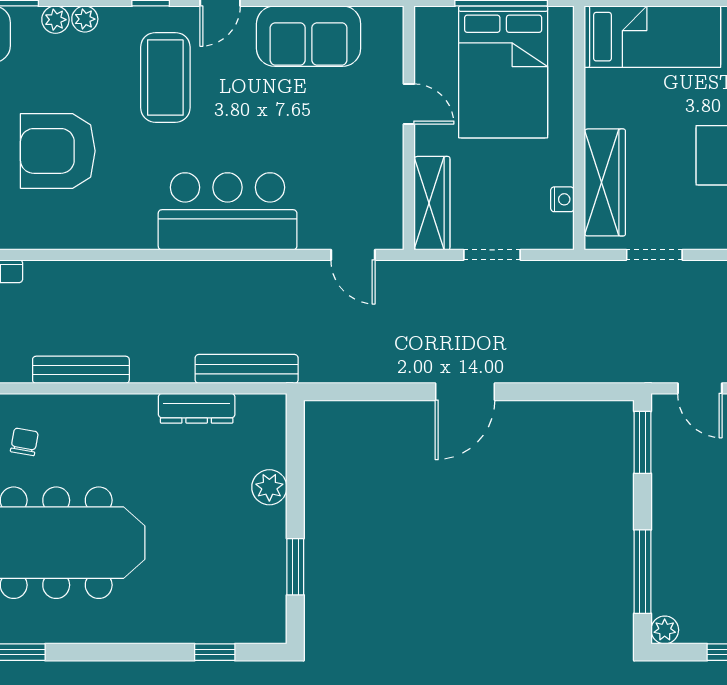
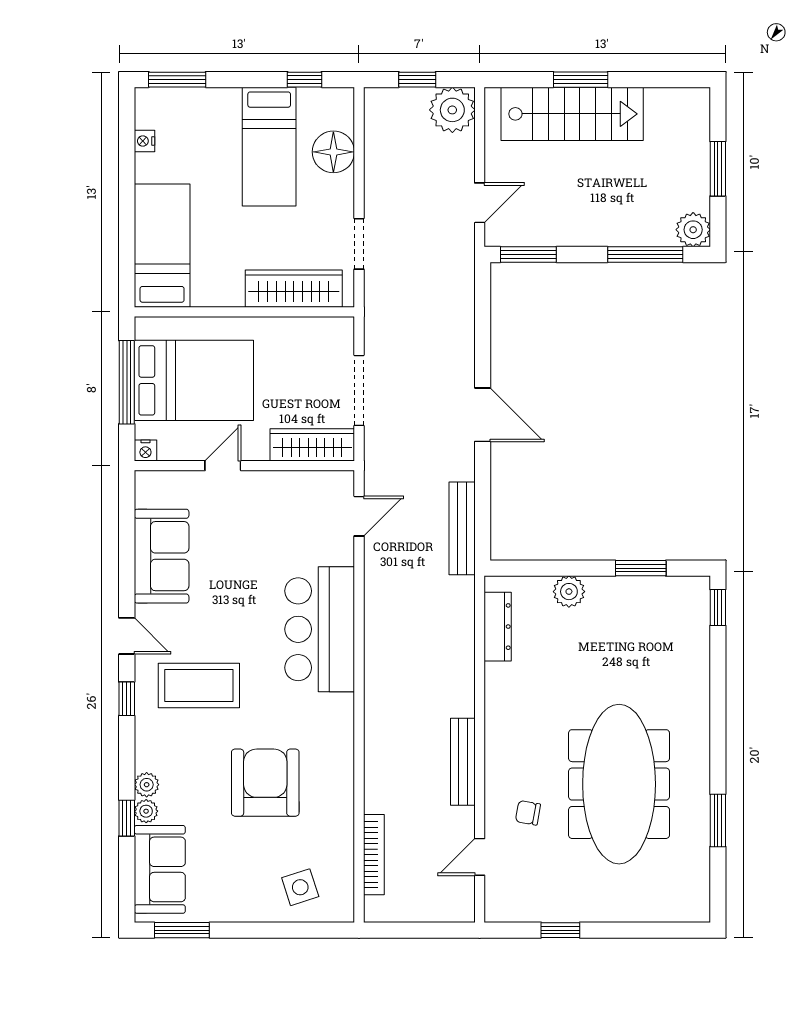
plant: (85, 19) -> (146, 811), moved
armchair: (58, 151) -> (265, 783), turned 180
nightstand: (562, 199) -> (145, 451), moved, turned 180
doorway: (492, 255) -> (359, 390), width x1.38
bench: (247, 369) -> (462, 528), moved
dresser: (197, 408) -> (498, 627), moved
plant: (665, 630) -> (693, 230), width x1.38, depth x1.38
window: (215, 652) -> (718, 607), moved

